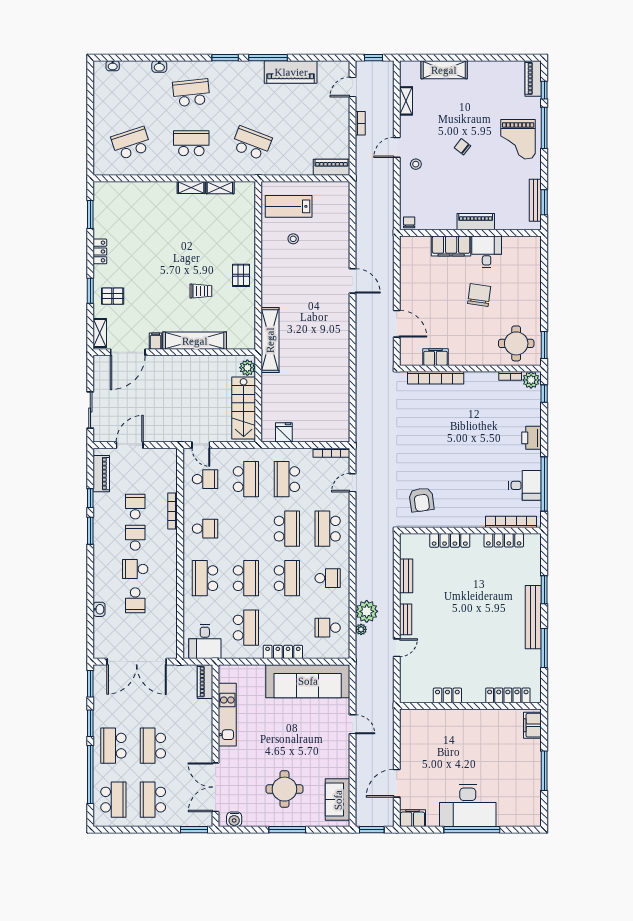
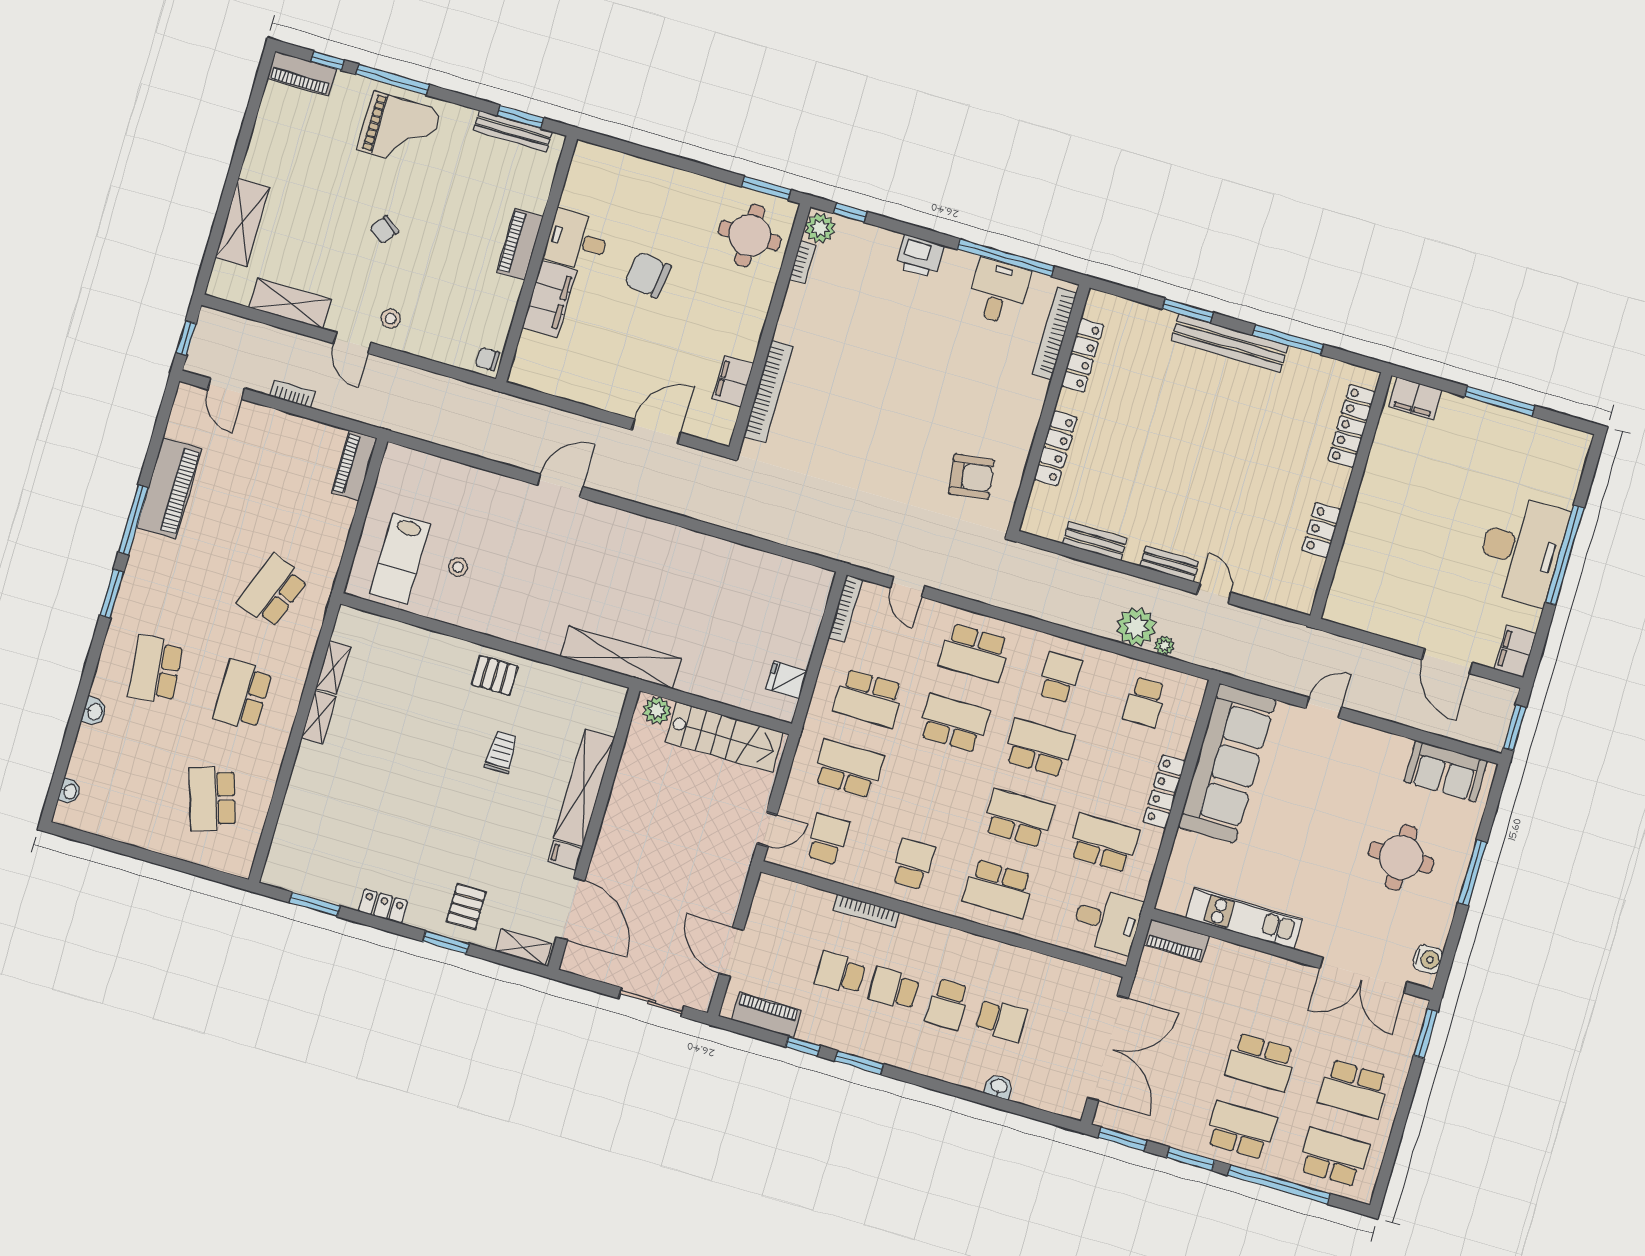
shelving: (406, 101) -> (290, 304), width x1.50, depth x1.33
school desk: (113, 746) -> (1241, 1130), turned 180

